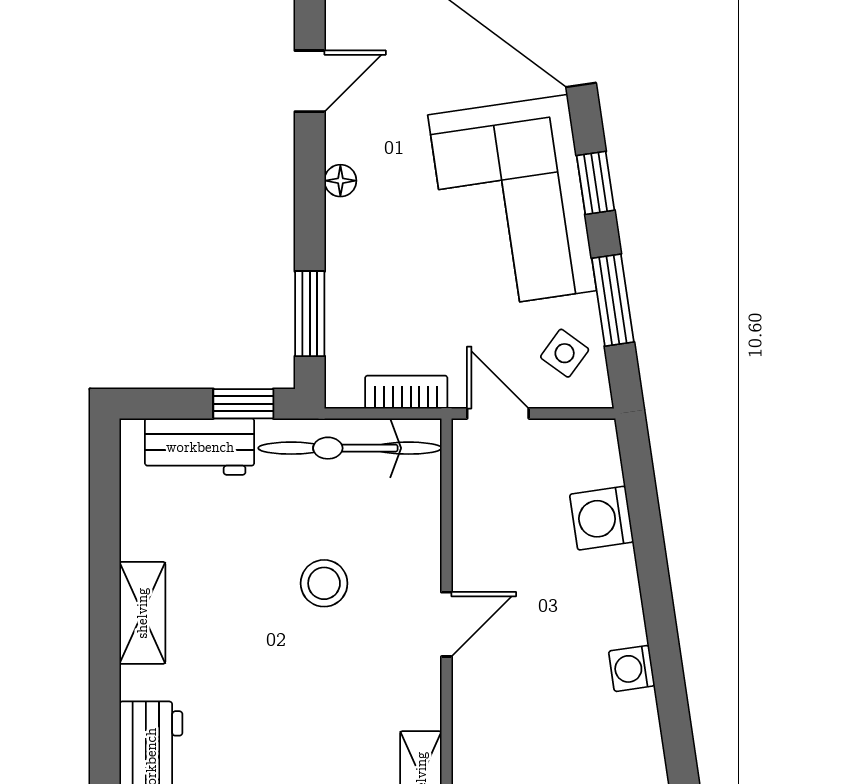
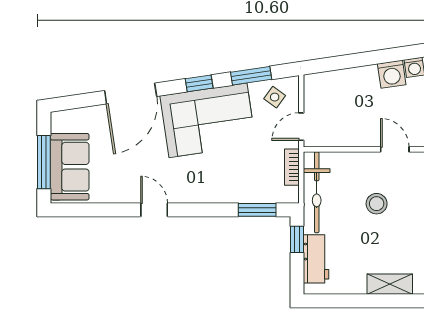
floor lamp: (340, 181) -> (198, 196), removed
washing machine: (602, 518) -> (392, 74), moved

